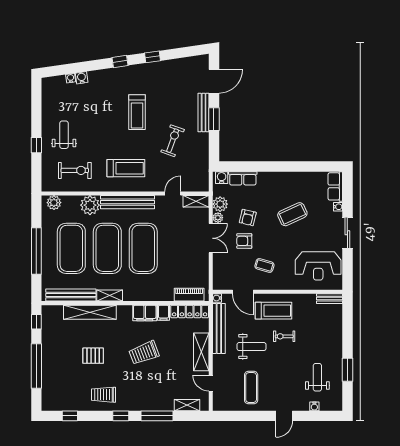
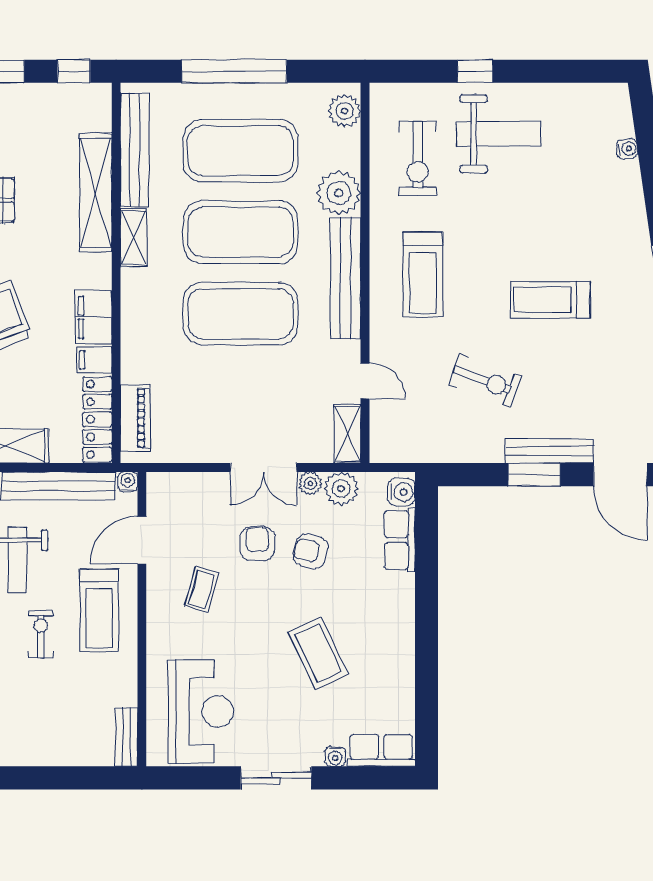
water cooler: (82, 78) -> (628, 174), removed
weight bench: (64, 135) -> (499, 134), width x1.36, depth x1.33
reception desk: (318, 266) -> (201, 711), turned 180

